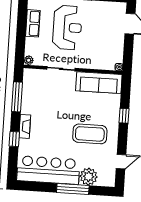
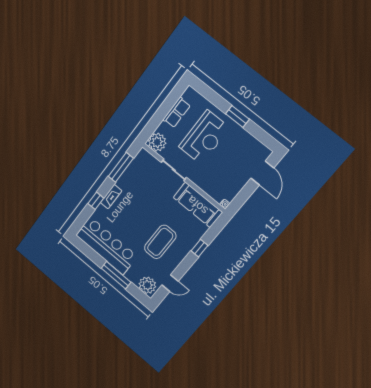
plant: (29, 60) -> (157, 142), width x1.88, depth x1.88
coffee table: (90, 134) -> (160, 242), turned 90
plant: (89, 177) -> (147, 285), moved

